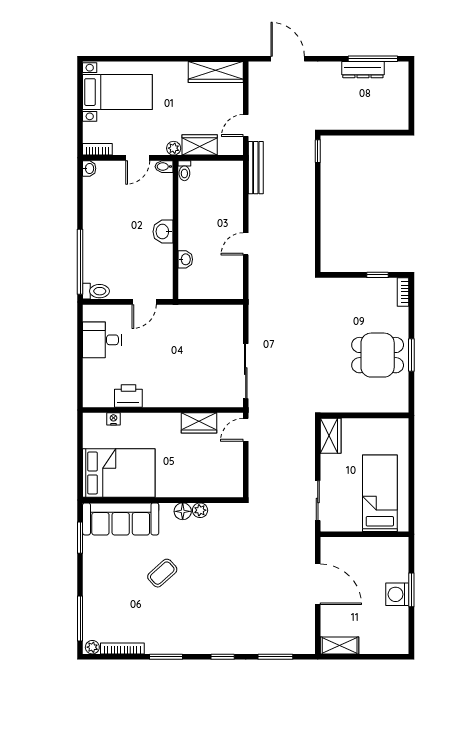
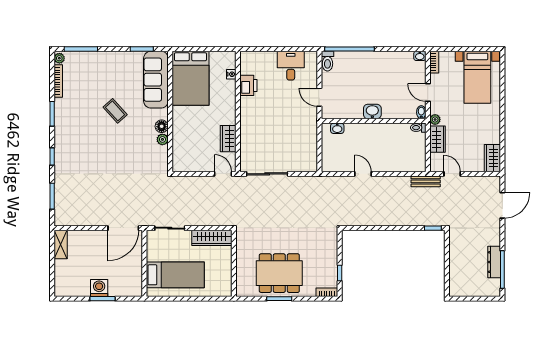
wardrobe: (216, 72) -> (492, 158), width x0.67
bench: (256, 168) -> (426, 181), width x0.73
washbasin: (185, 259) -> (337, 128), moved
dining table: (378, 355) -> (279, 273), width x1.38
wardrobe: (331, 436) -> (212, 238), width x1.50
door: (318, 584) -> (123, 228), moved

